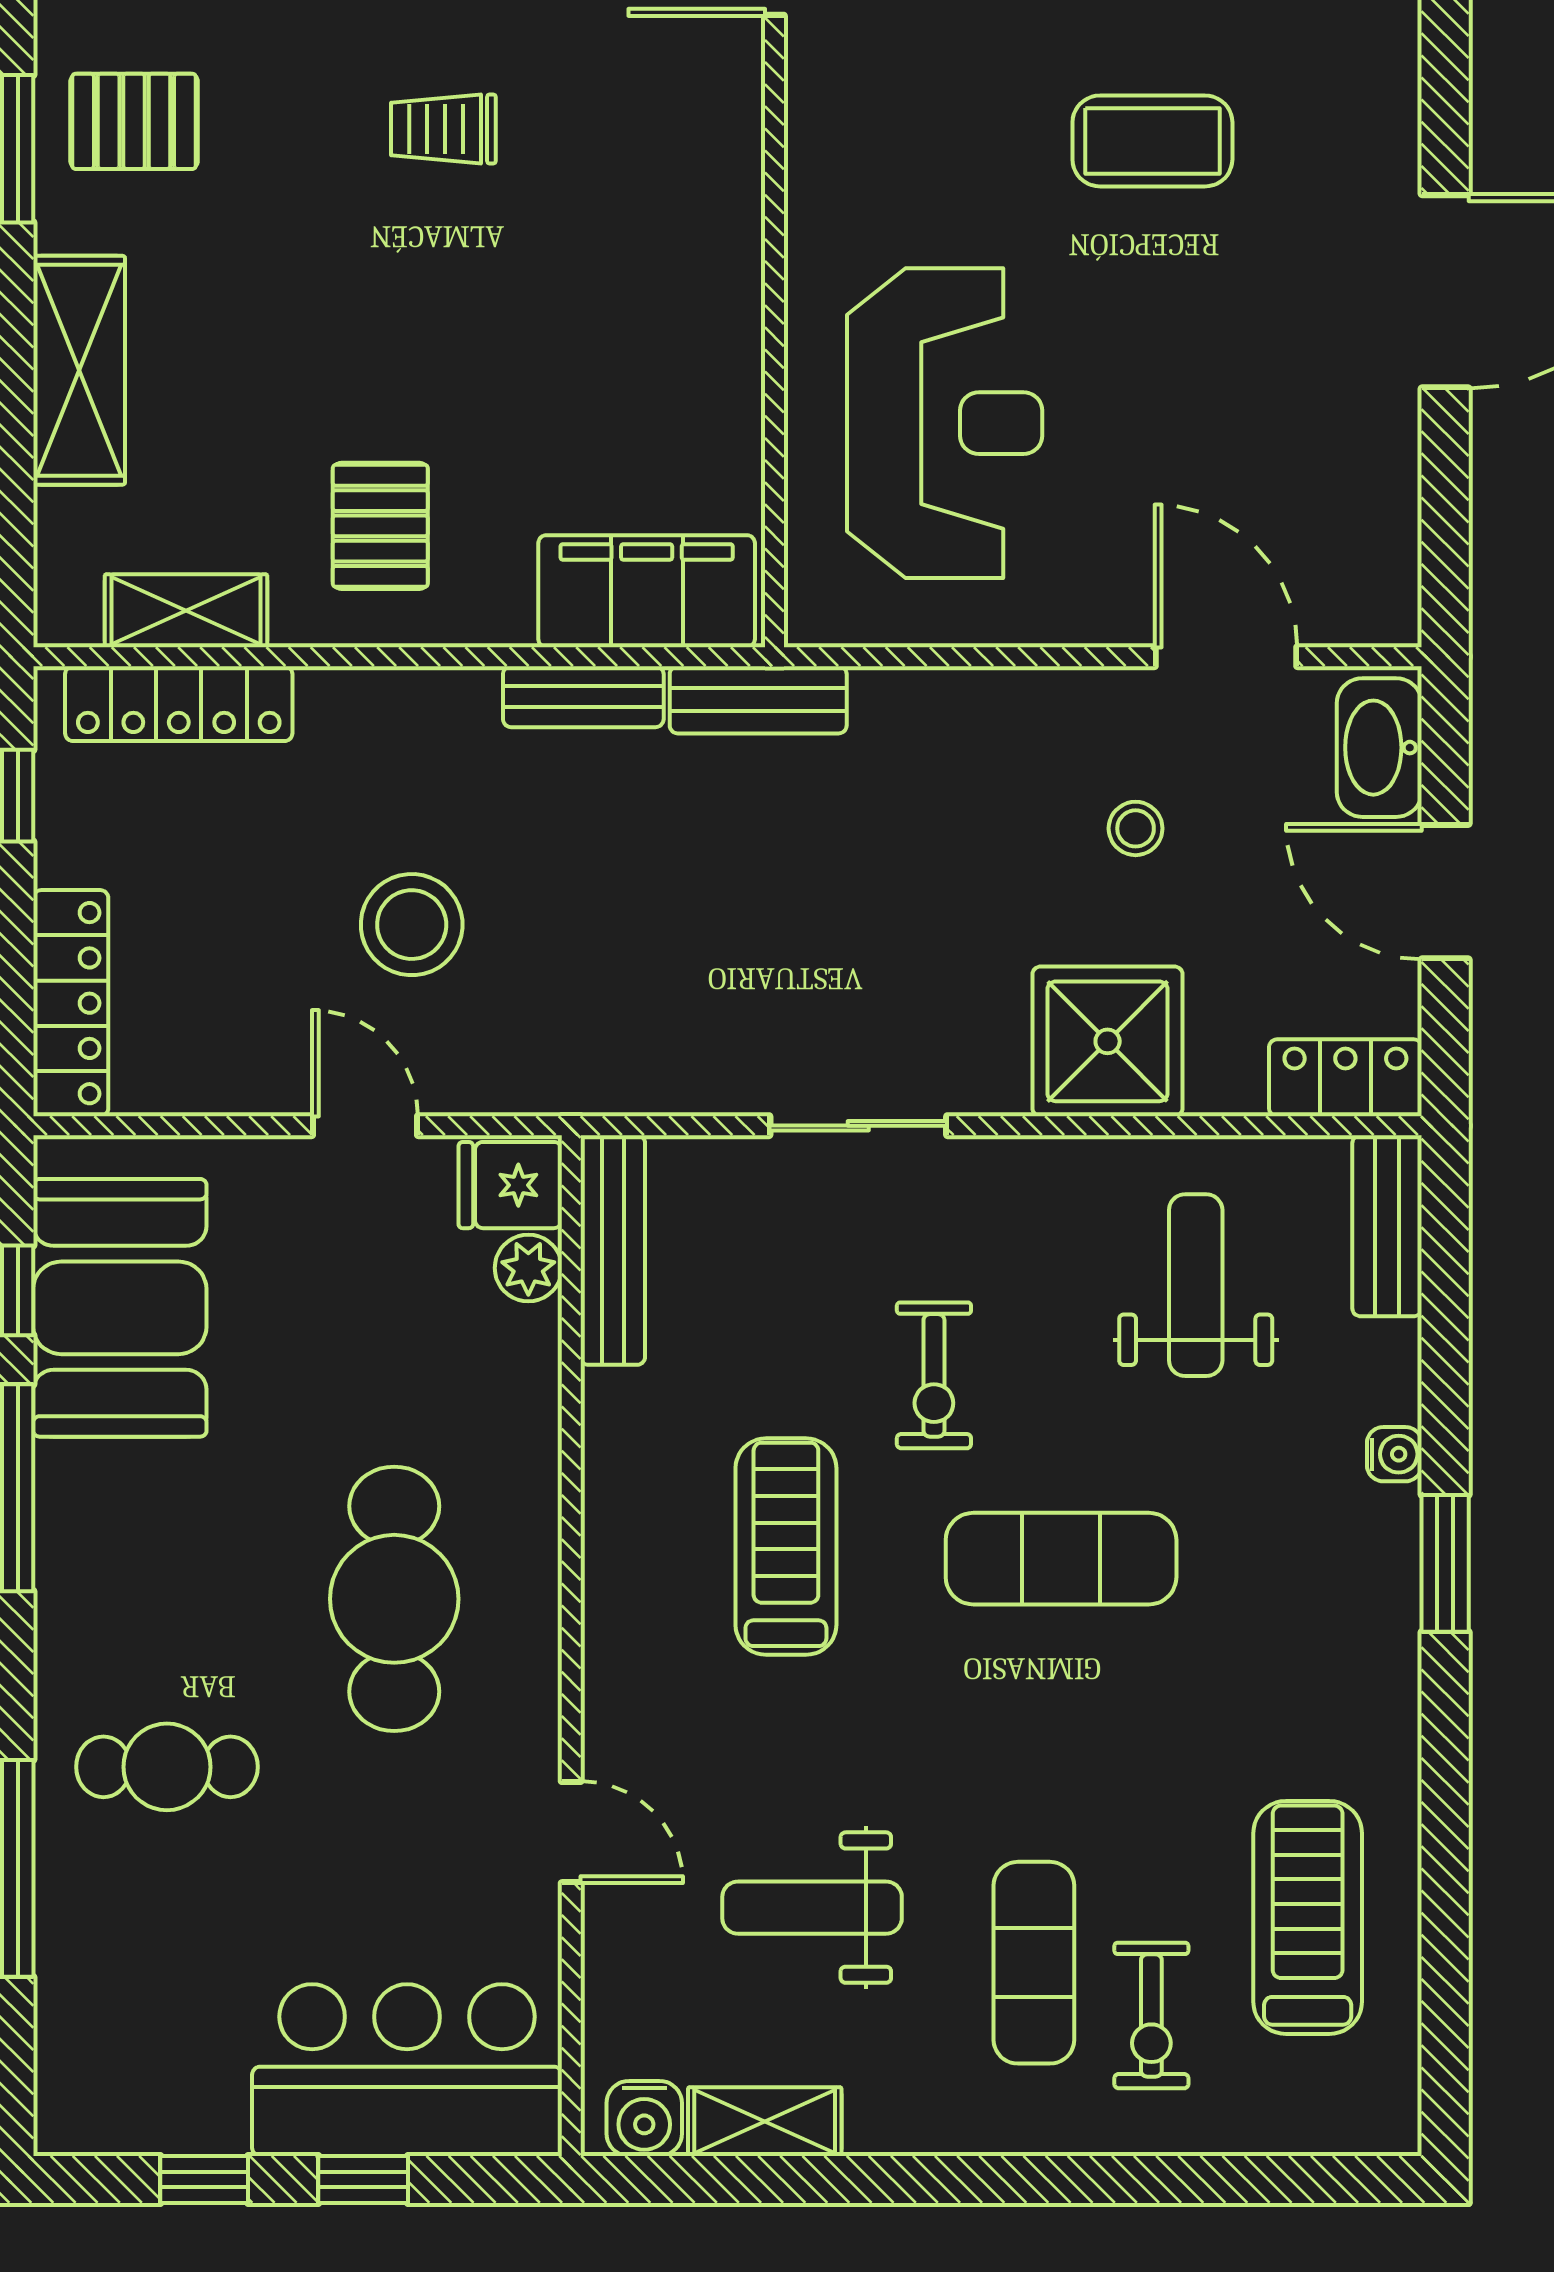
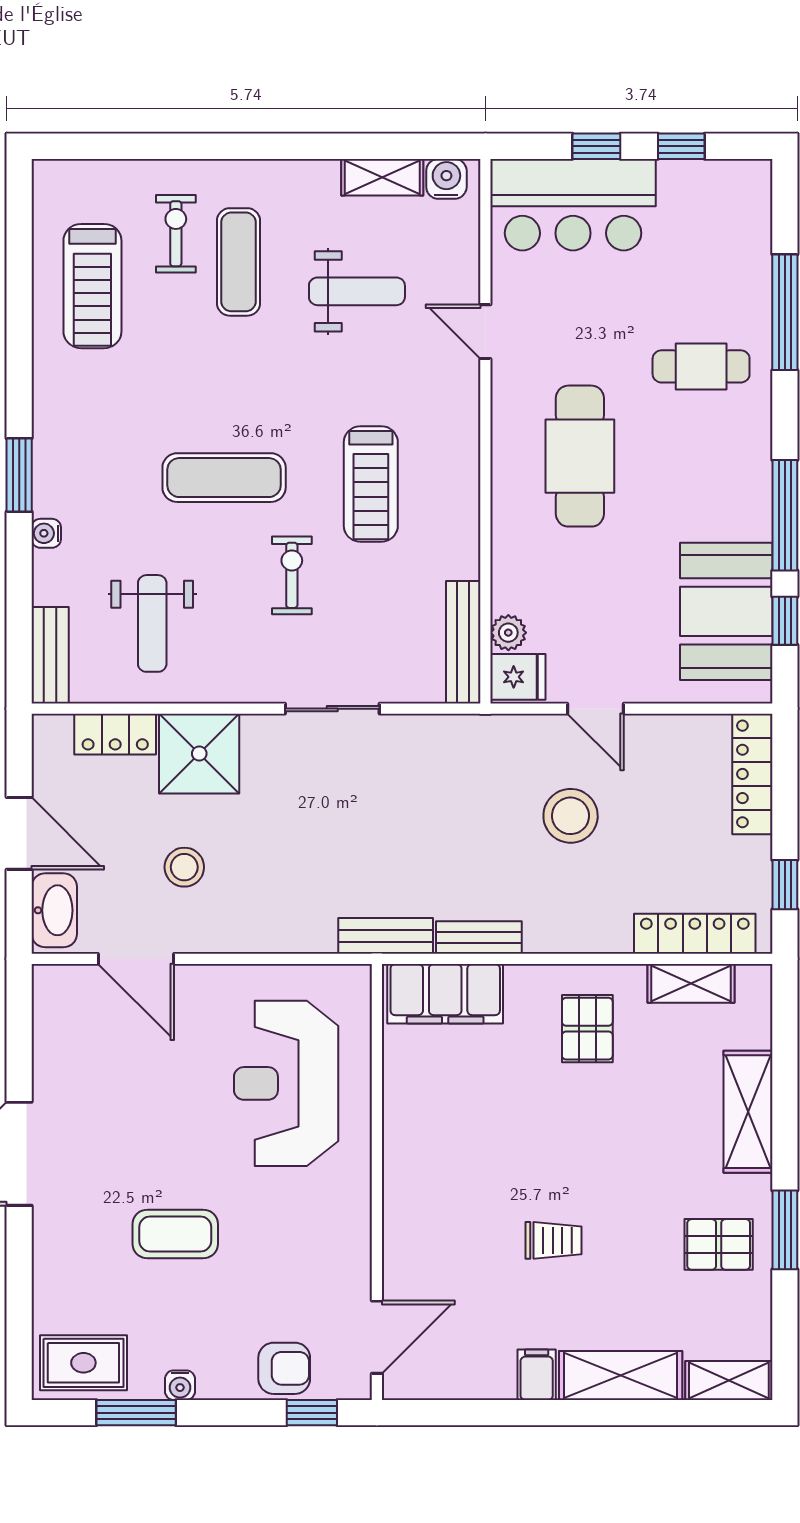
stool: (1136, 828) -> (184, 867), width x1.37, depth x1.37
locker: (1345, 1078) -> (115, 734), moved

